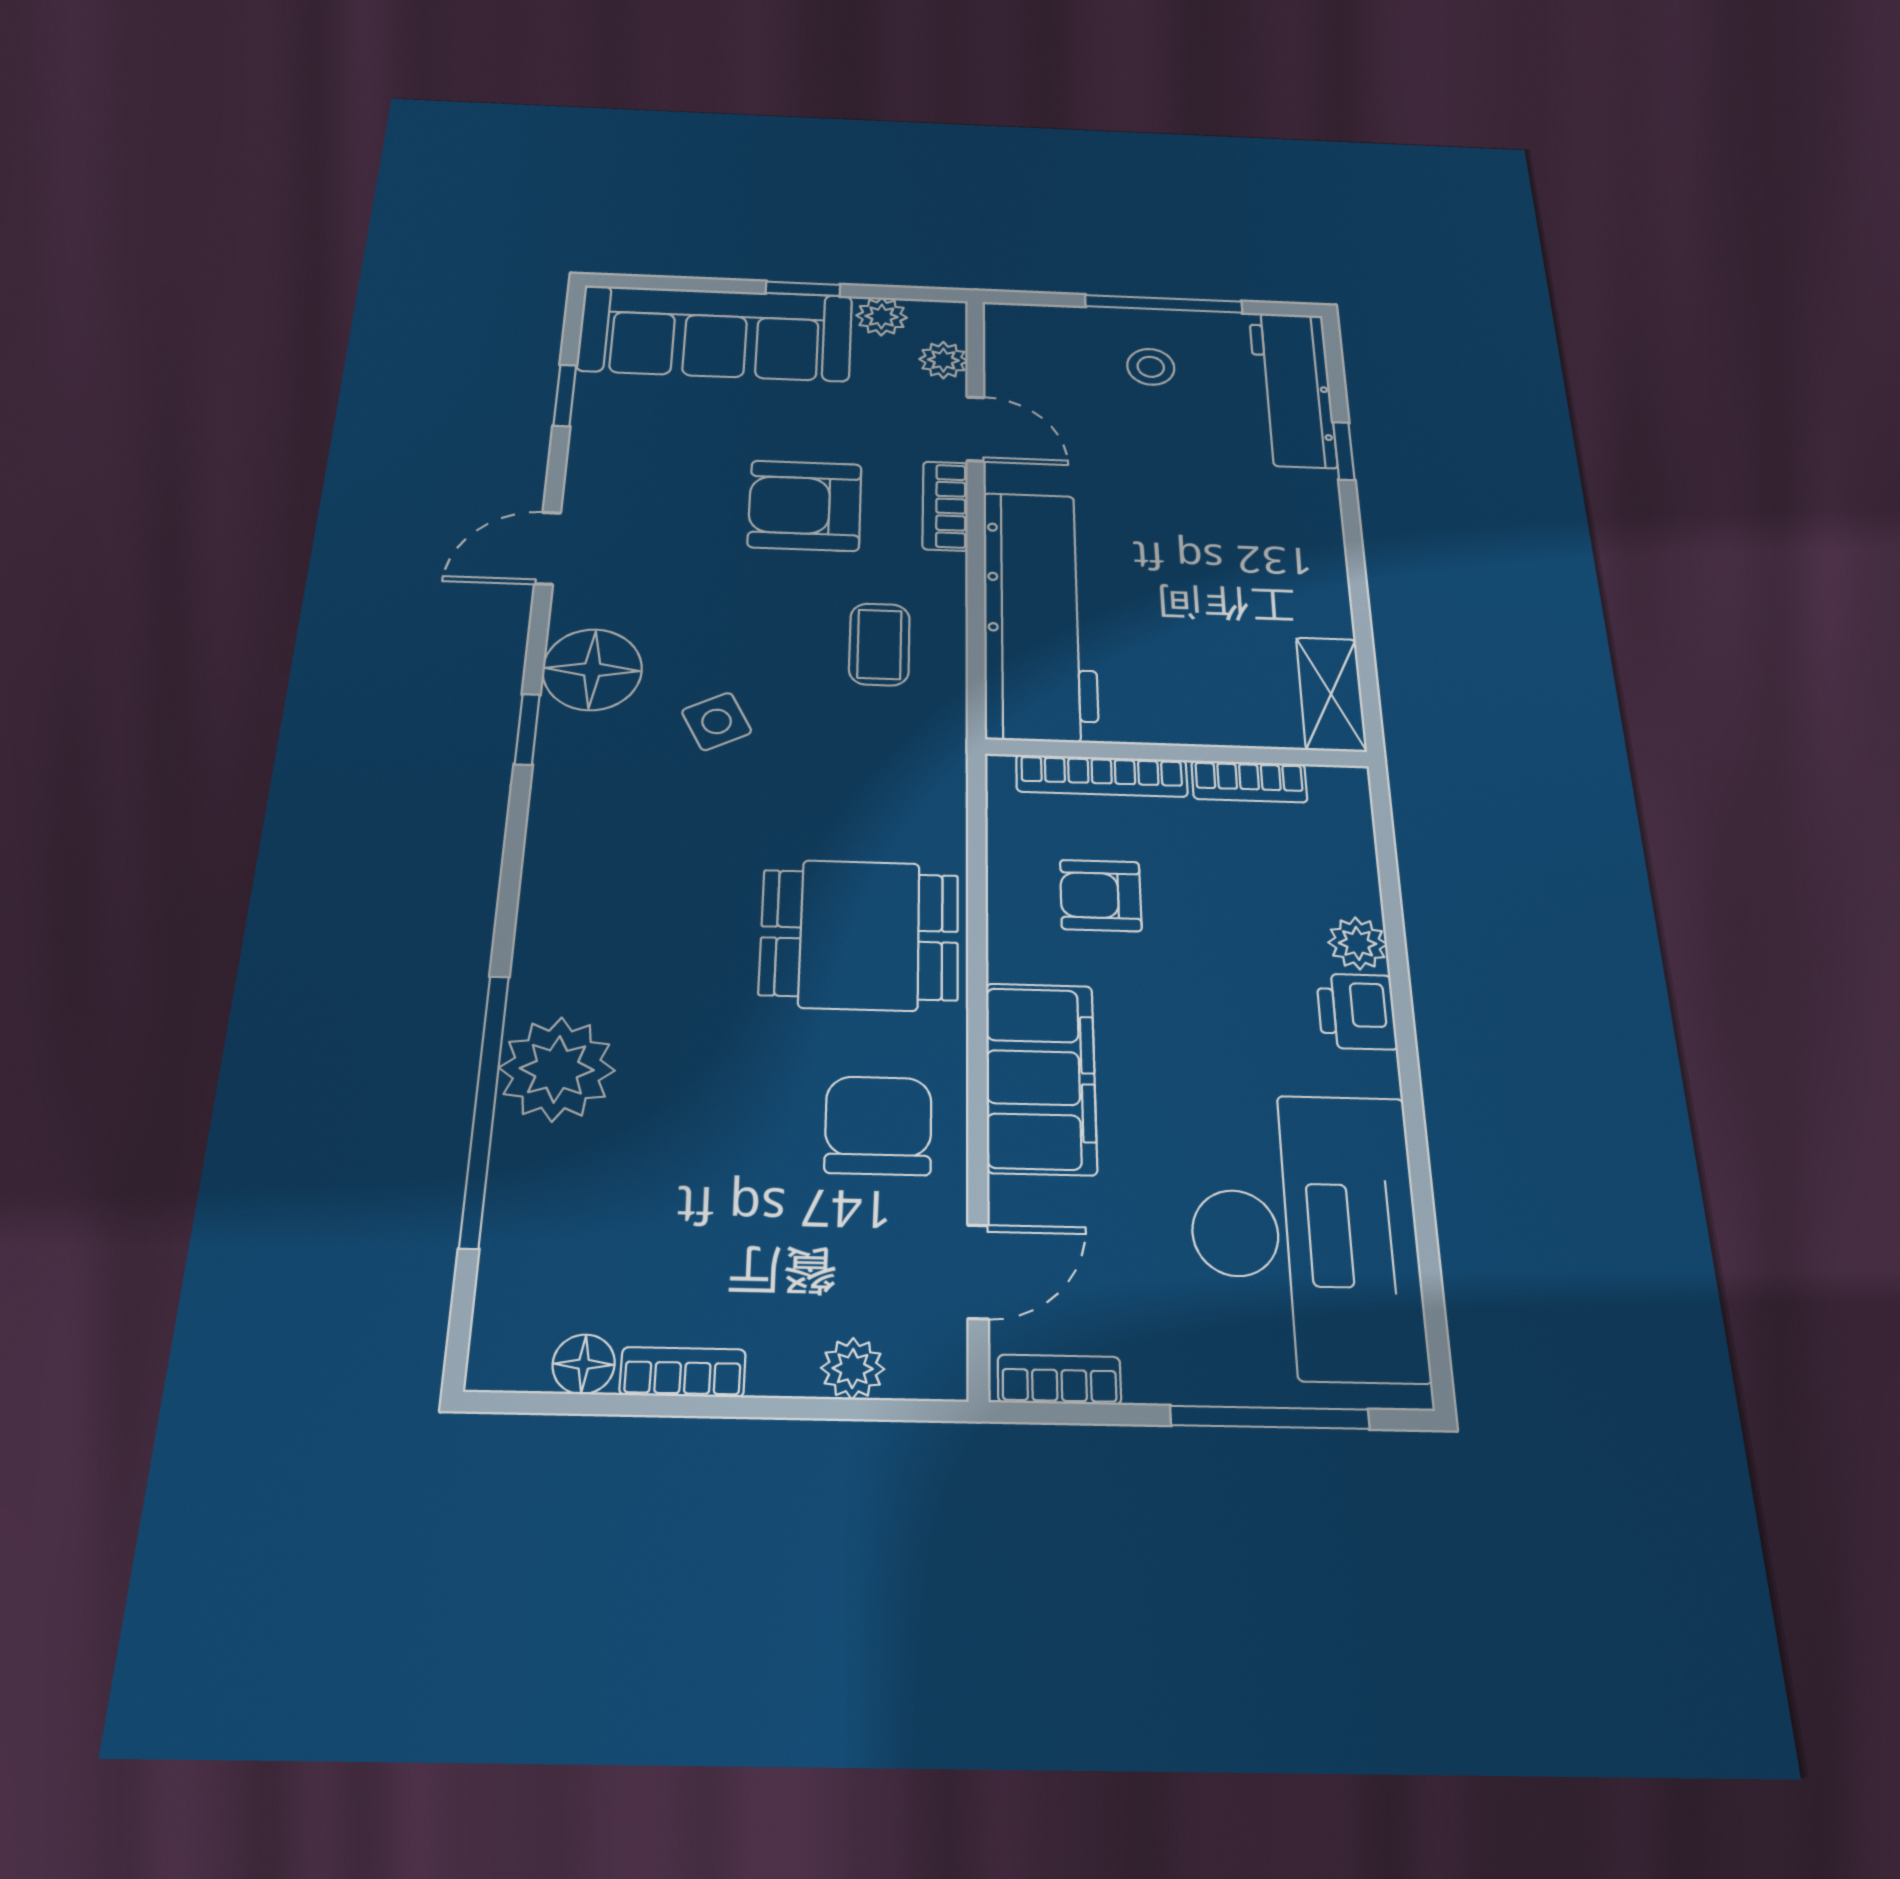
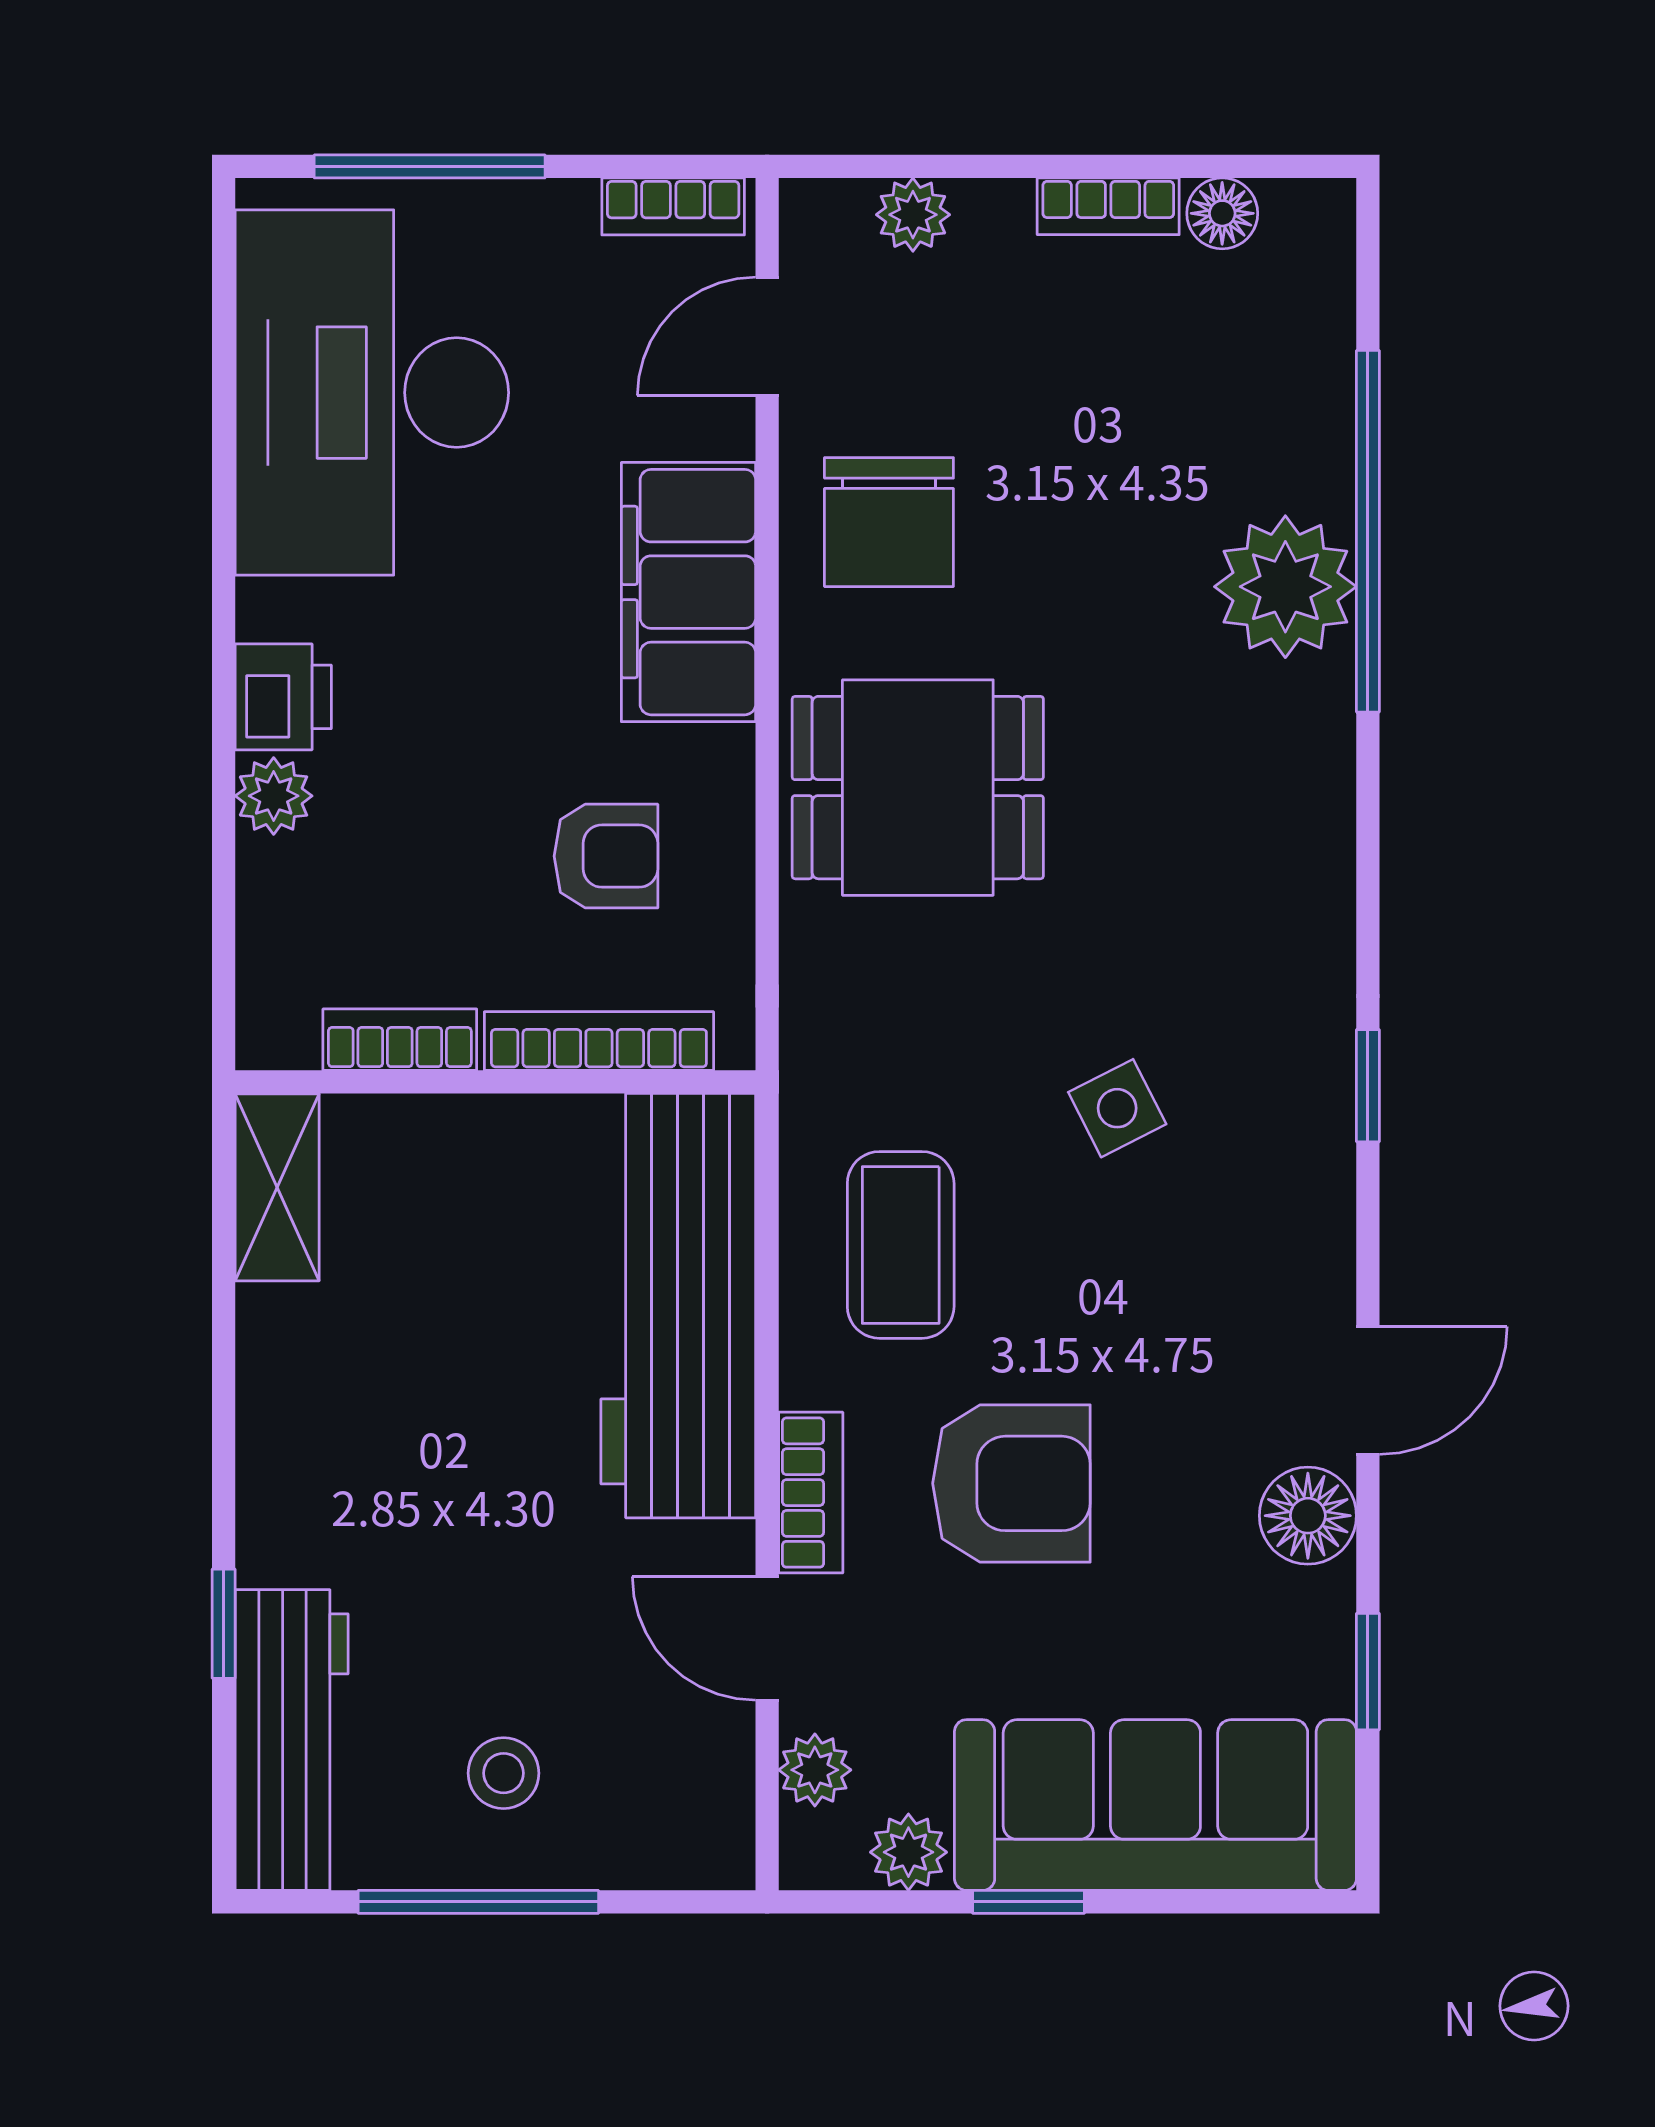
coffee table: (879, 644) -> (901, 1245), width x1.36, depth x1.30
floor lamp: (592, 670) -> (1308, 1516), moved, width x0.73, depth x0.73

